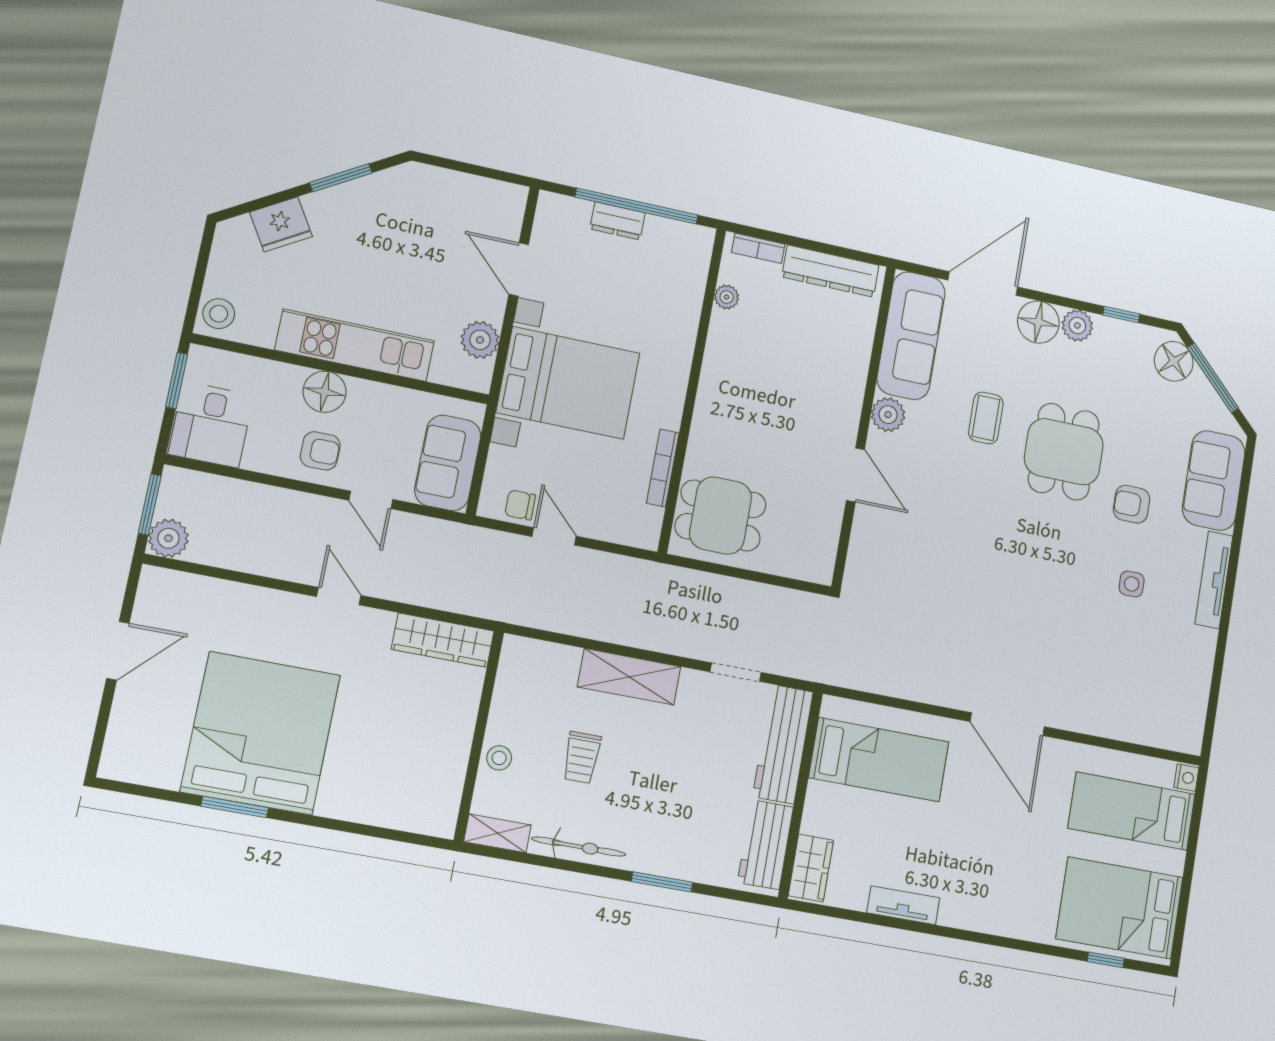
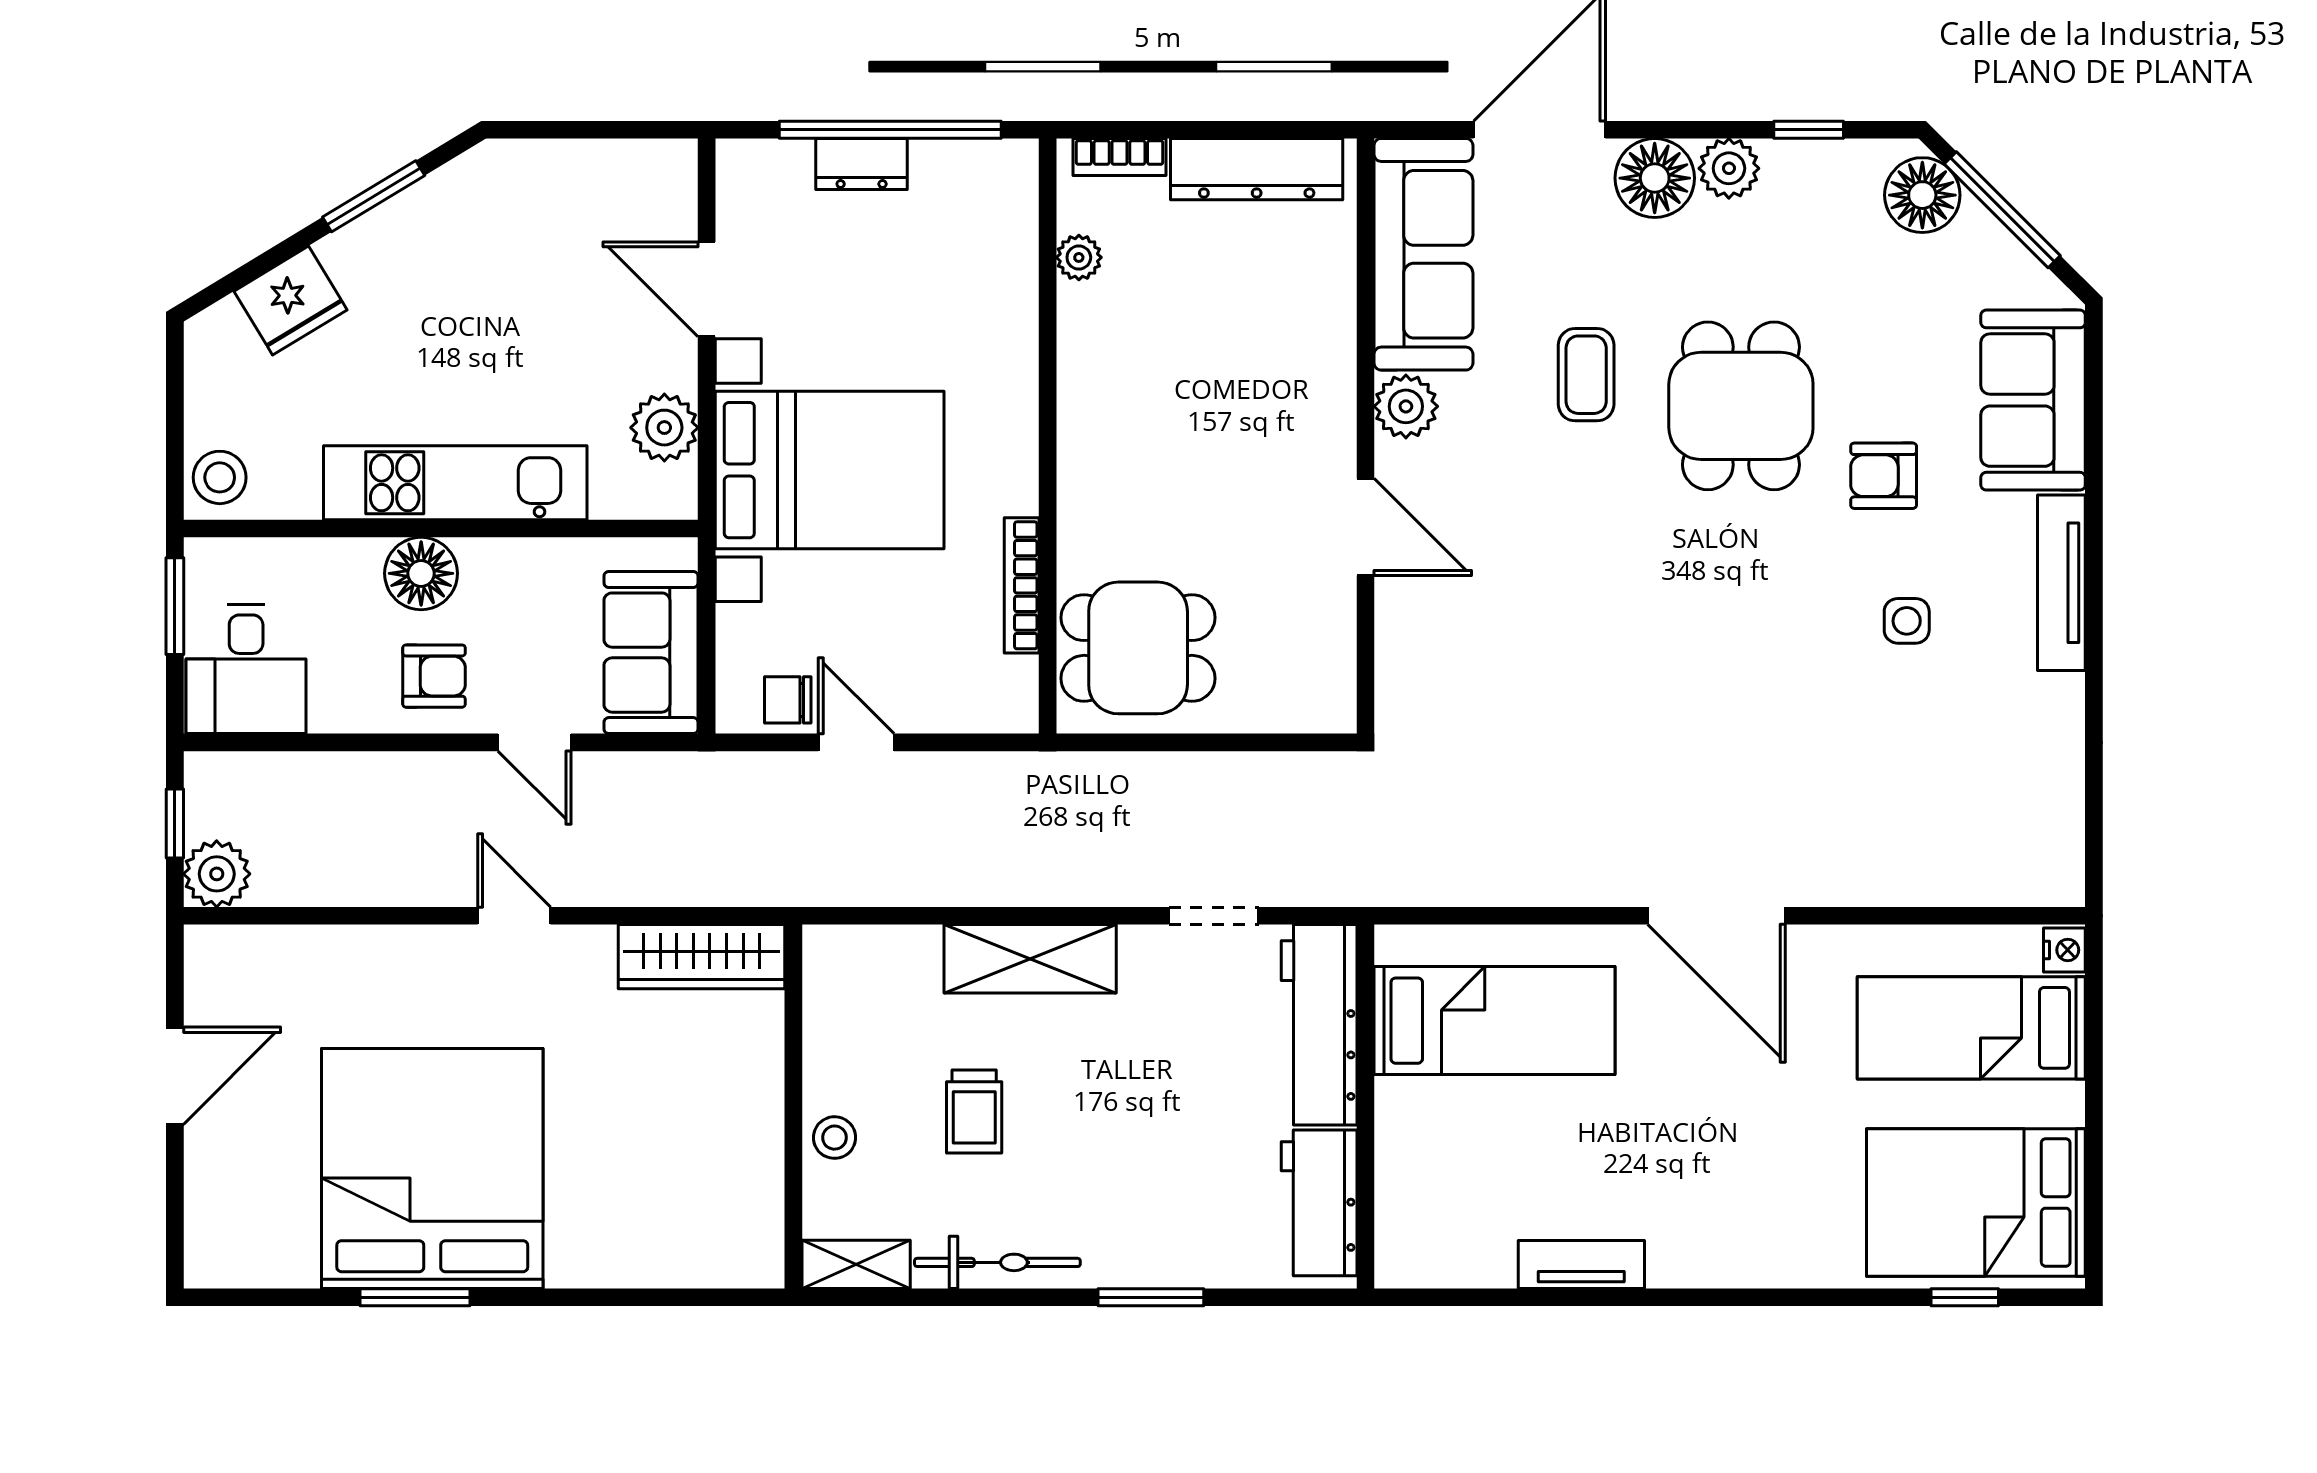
window: (150, 504) -> (175, 824), width x0.67
wardrobe: (811, 868) -> (1406, 1229), removed

